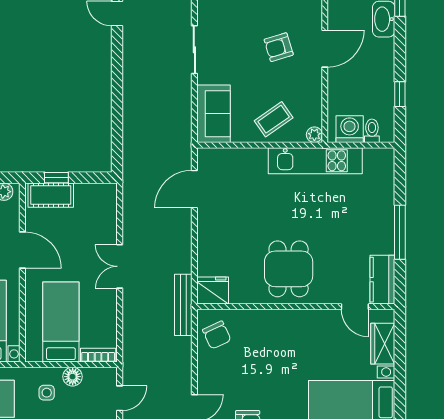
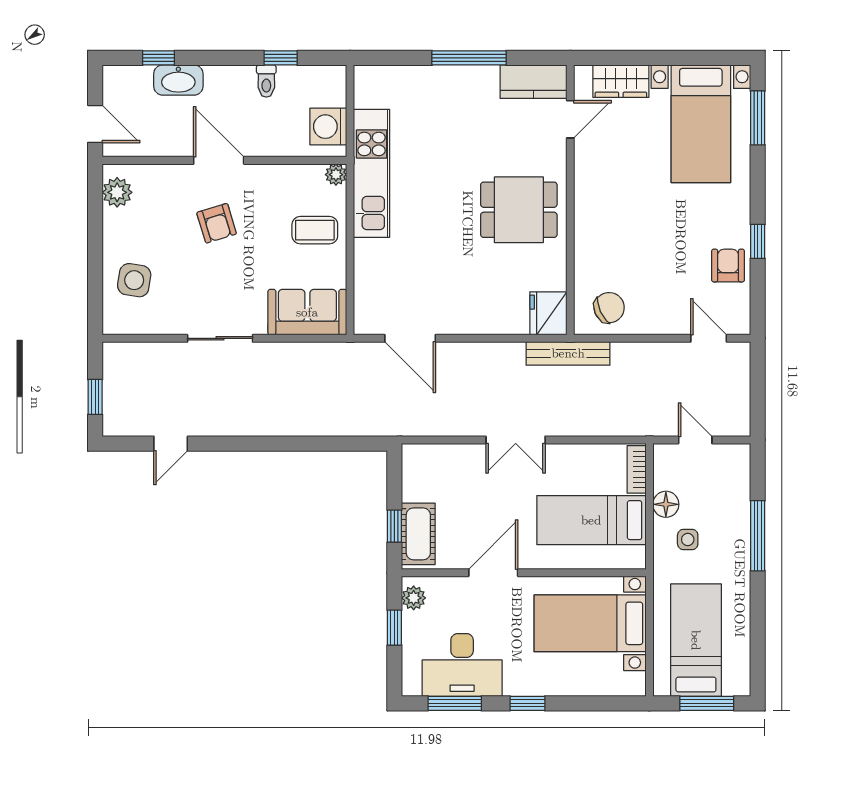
coffee table: (274, 119) -> (315, 230), turned -55
toilet: (372, 131) -> (266, 81), moved, turned -90

